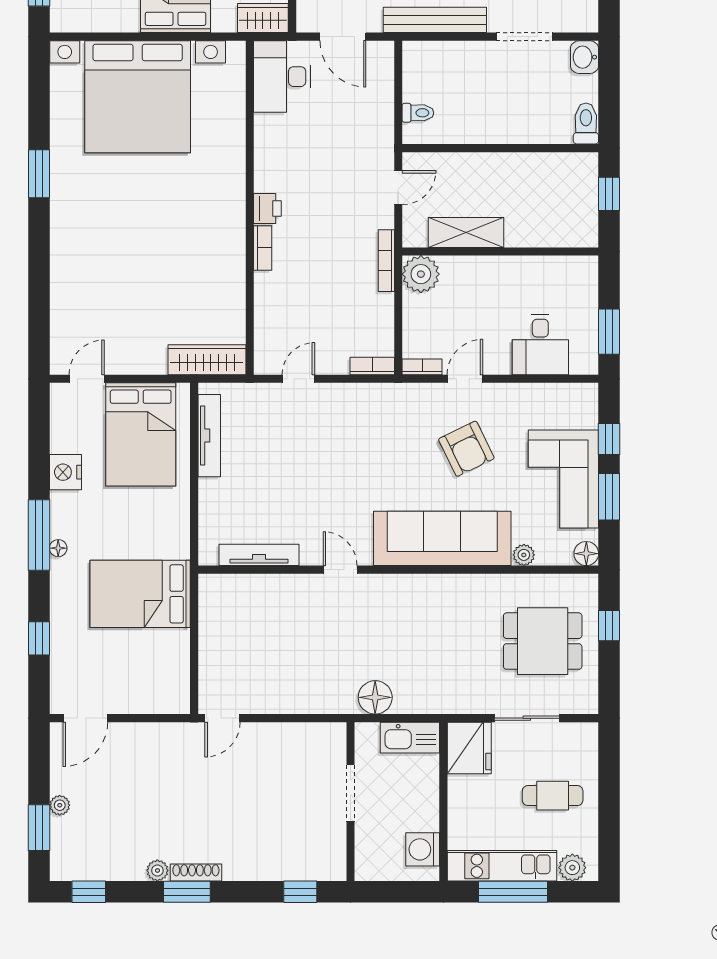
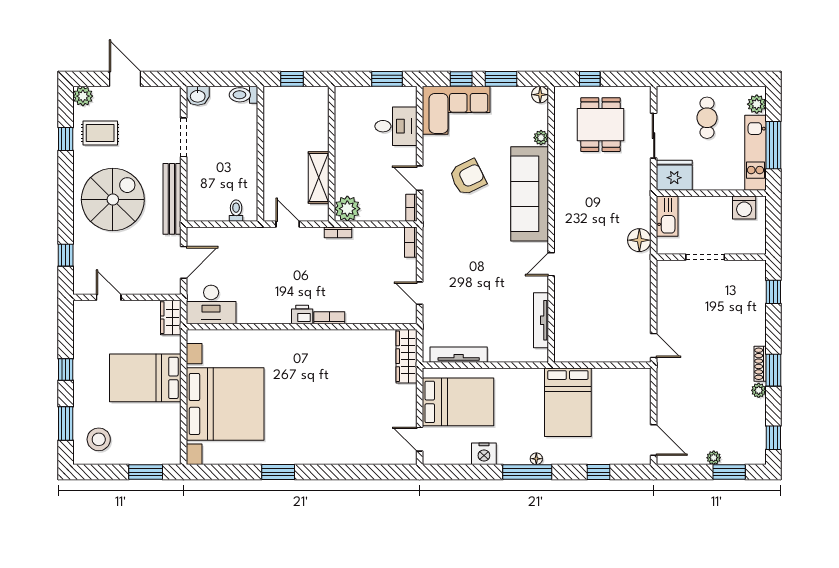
bookcase: (386, 261) -> (338, 232), width x0.64
corner sofa: (563, 479) -> (456, 110), moved

